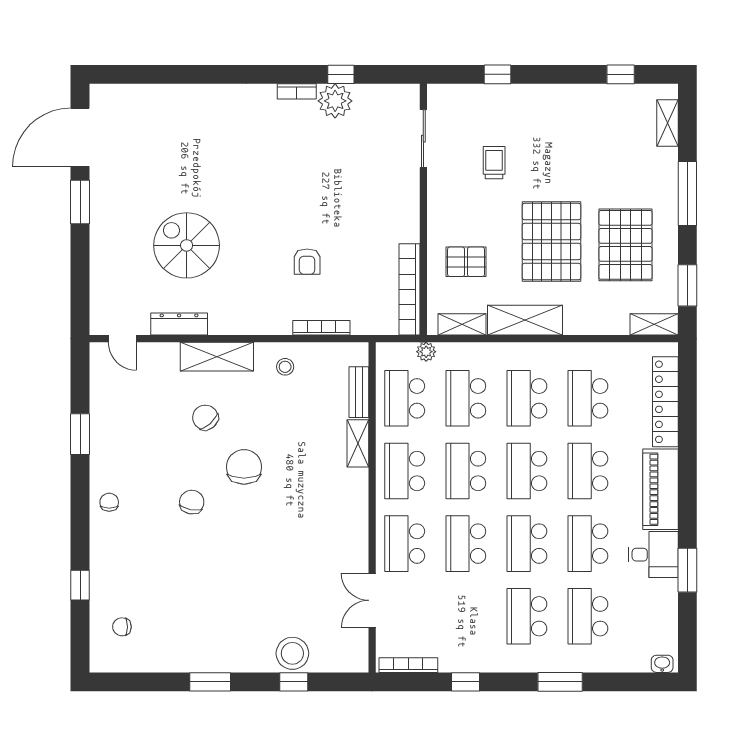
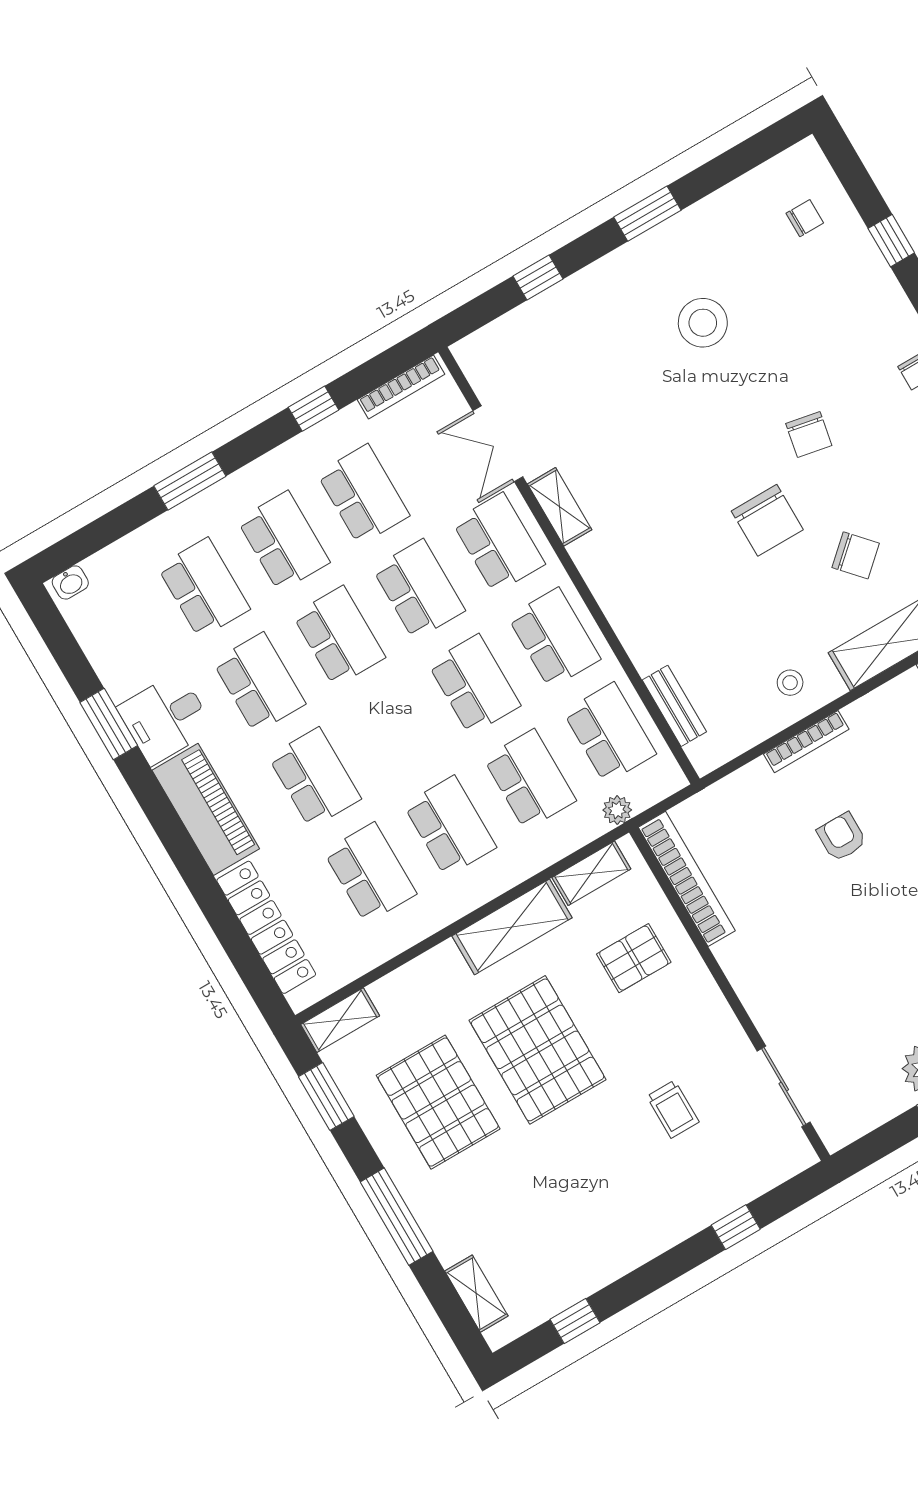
bookcase: (321, 328) -> (806, 742), moved
shelving: (358, 443) -> (560, 507), moved
school desk: (527, 471) -> (363, 495), moved
double door: (372, 600) -> (498, 444), swing flipped
stool: (292, 653) -> (703, 323), moved

